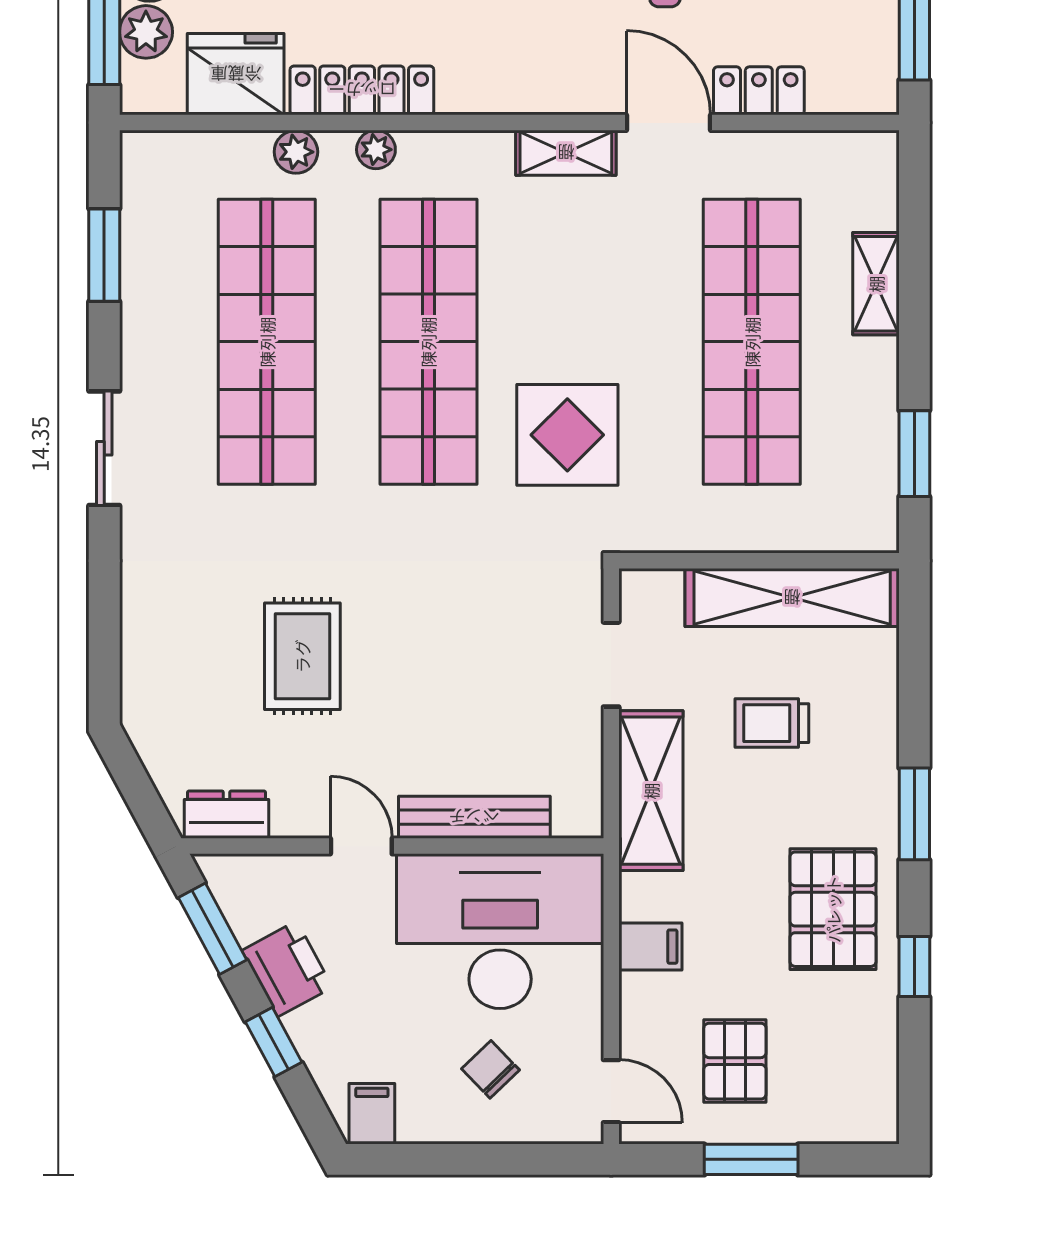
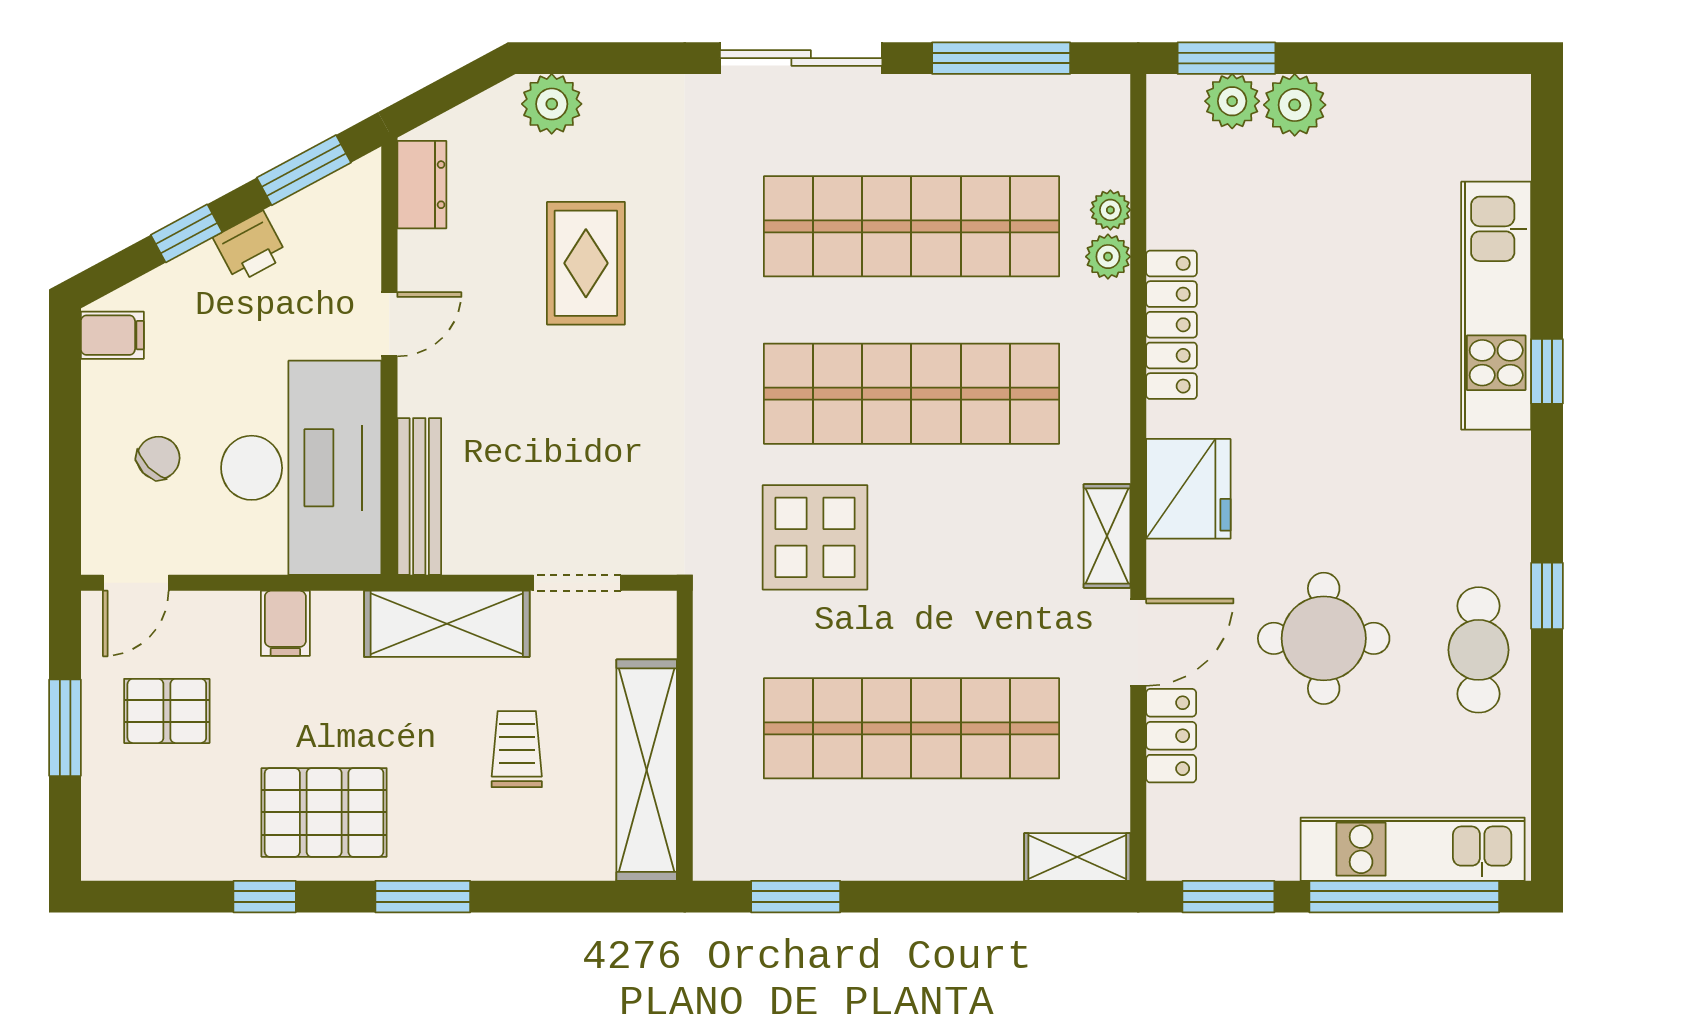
fridge: (236, 74) -> (1188, 489), moved
plant: (376, 150) -> (1110, 210), moved
window: (104, 255) -> (1001, 58), width x1.44
shelving: (876, 284) -> (1077, 857), moved
sliding door: (104, 448) -> (801, 58), width x1.37
rug: (302, 656) -> (586, 263), turned 90
plant: (149, 689) -> (552, 104), added
bench: (474, 817) -> (419, 496), moved
printer: (287, 969) -> (250, 247), width x0.73, depth x0.81

